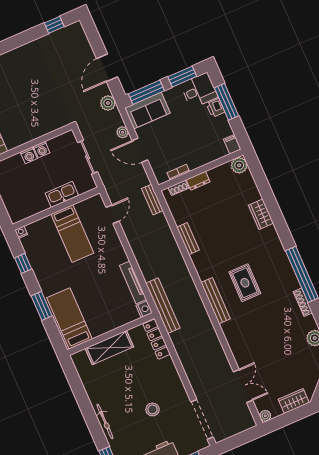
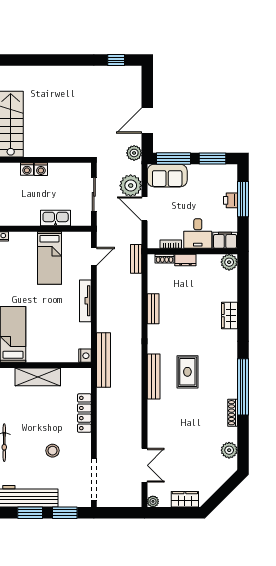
desk: (199, 90) -> (198, 234), moved, turned 90
plant: (123, 132) -> (131, 186), width x1.88, depth x1.88
filing cabinet: (232, 144) -> (225, 240), width x2.00
washing machine: (42, 150) -> (27, 169), moved
tv unit: (133, 282) -> (85, 301), moved
locker: (157, 339) -> (84, 413), moved

